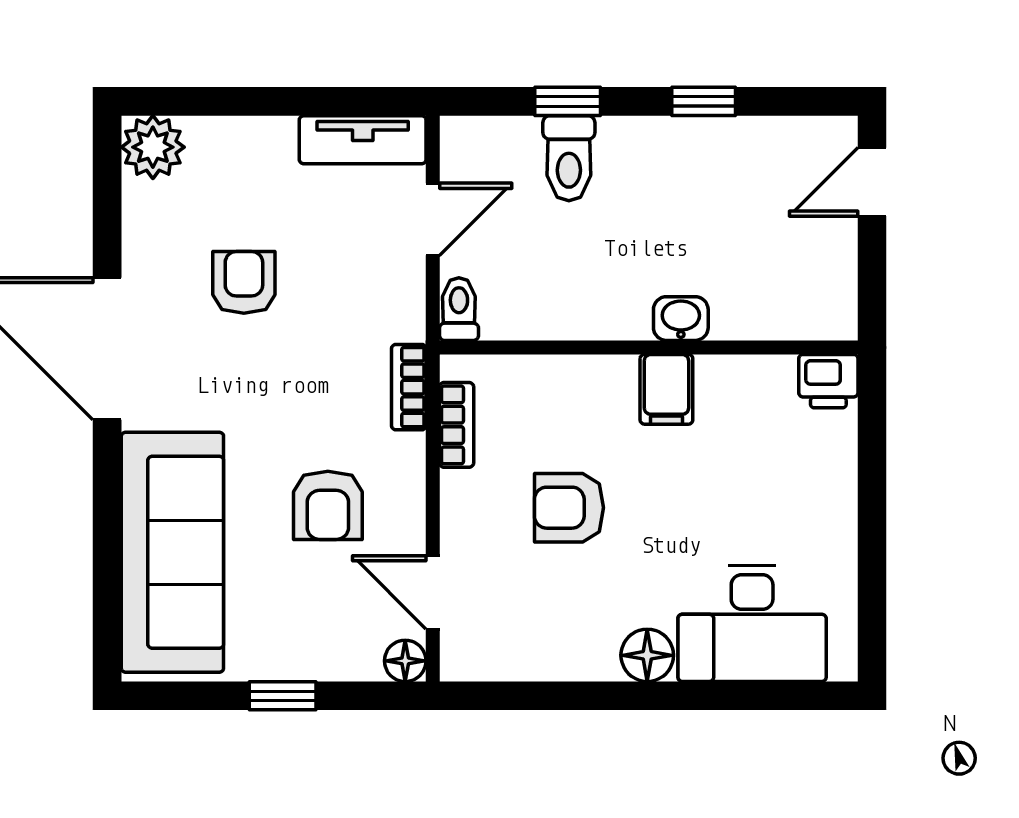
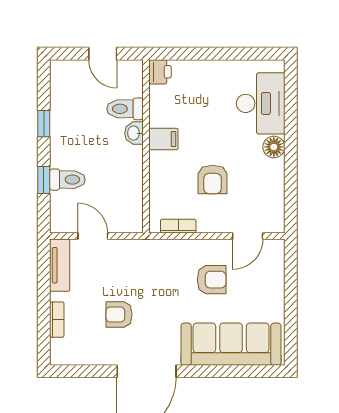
plant: (153, 147) -> (63, 352), removed
door: (872, 182) -> (103, 54), moved
toilet: (459, 309) -> (125, 109), moved, width x1.37, depth x1.39
bookcase: (409, 387) -> (57, 320), moved, turned -90
floor lamp: (405, 661) -> (276, 248), removed
window: (283, 696) -> (291, 298), removed

